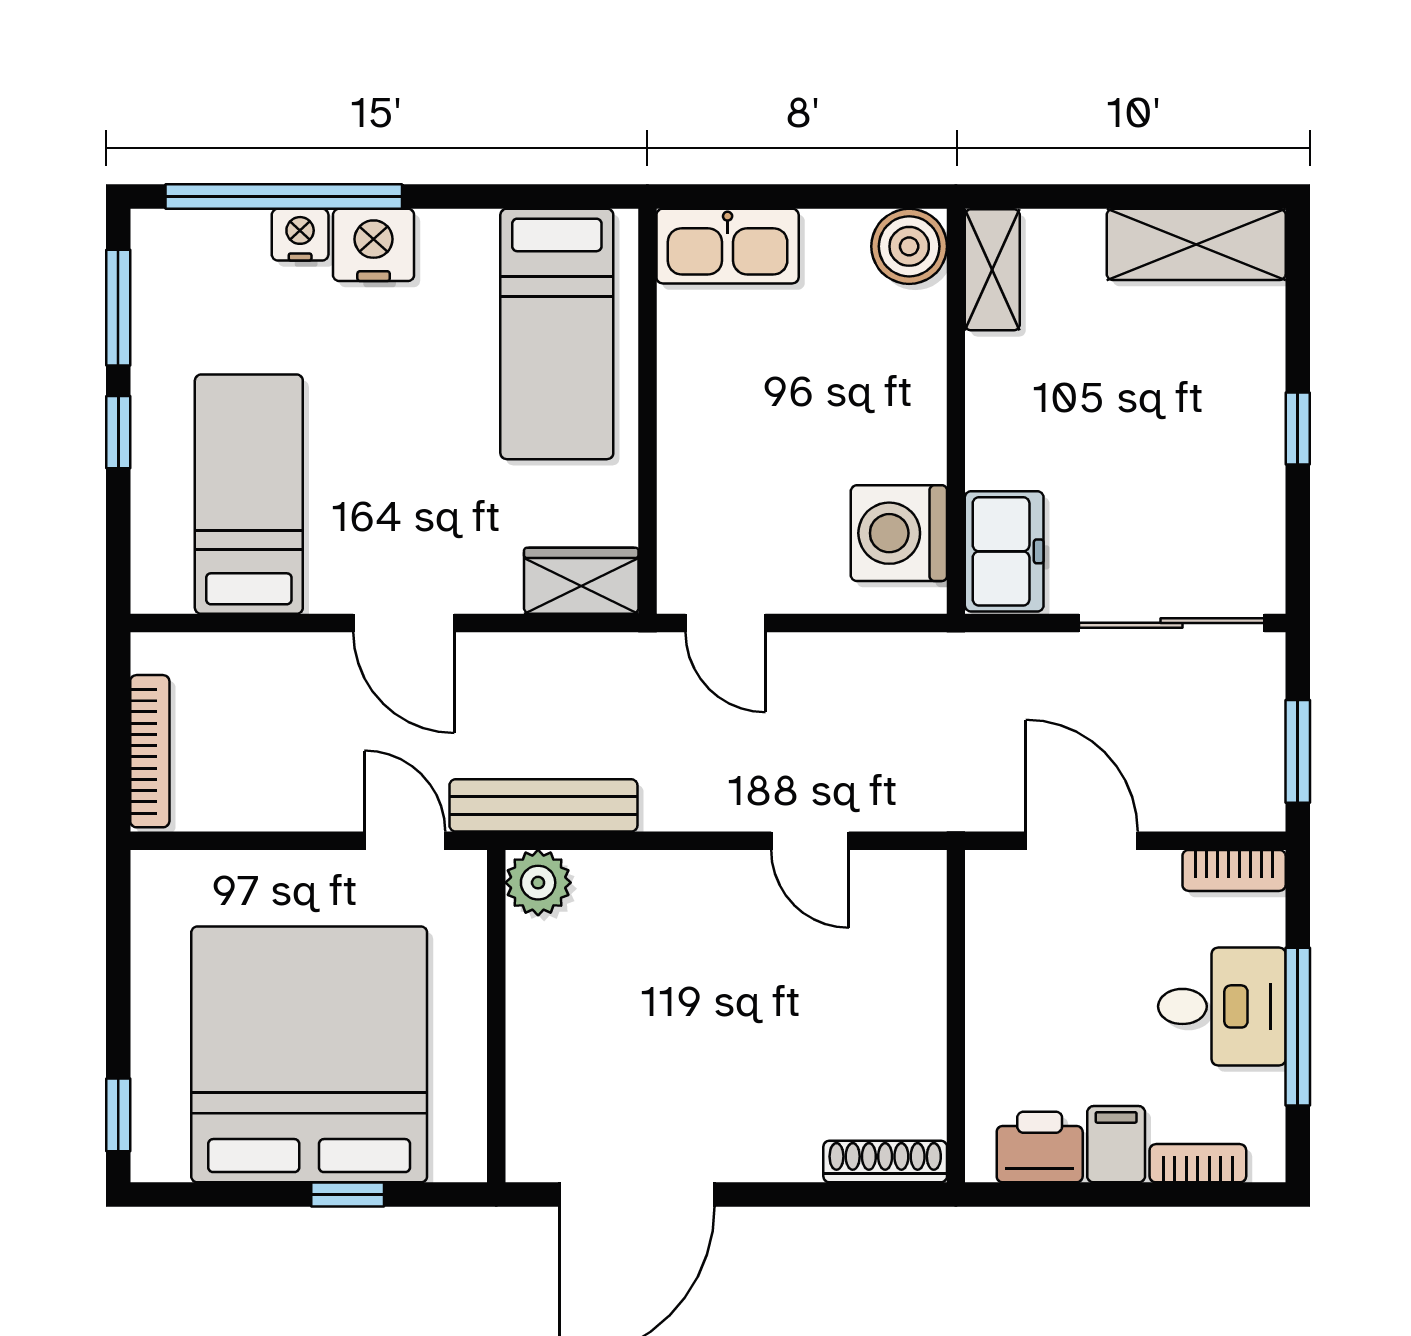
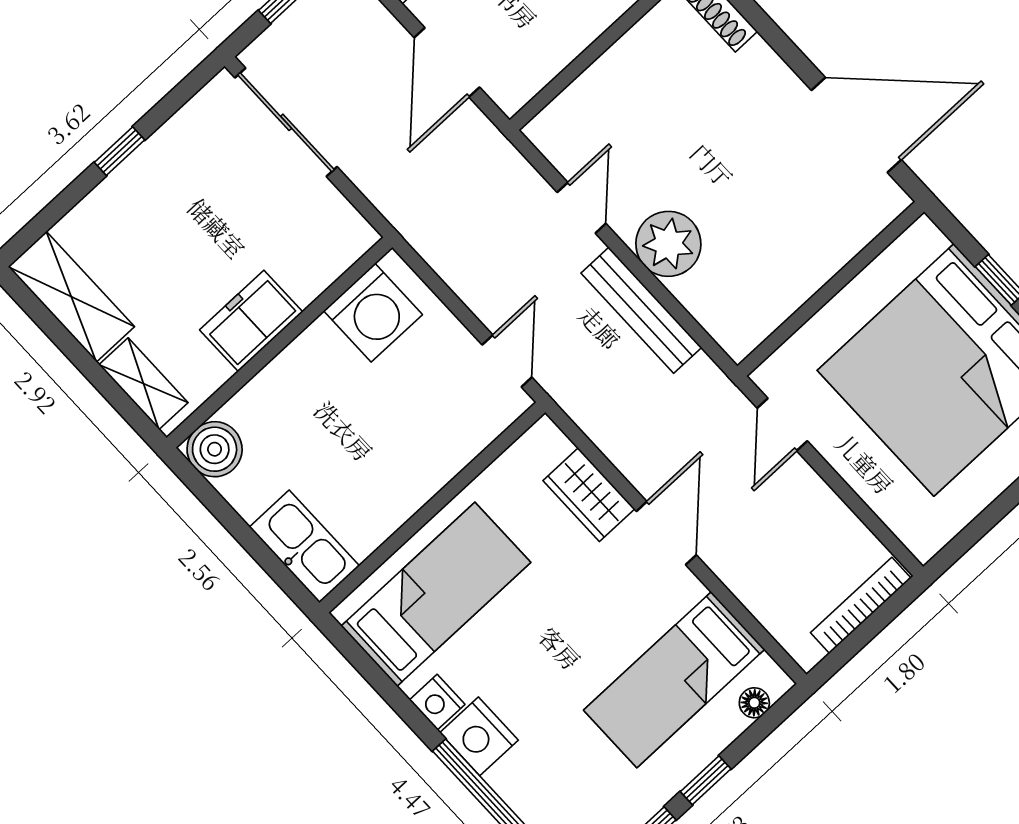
nightstand: (300, 235) -> (437, 702), moved
shelving: (992, 270) -> (144, 384), moved, turned 90
freezer: (1004, 551) -> (251, 321), moved
floor lamp: (151, 553) -> (754, 703), added
wardrobe: (581, 581) -> (589, 495), moved
bench: (543, 805) -> (641, 310), moved
plant: (538, 883) -> (668, 244), moved, width x1.36, depth x1.36

